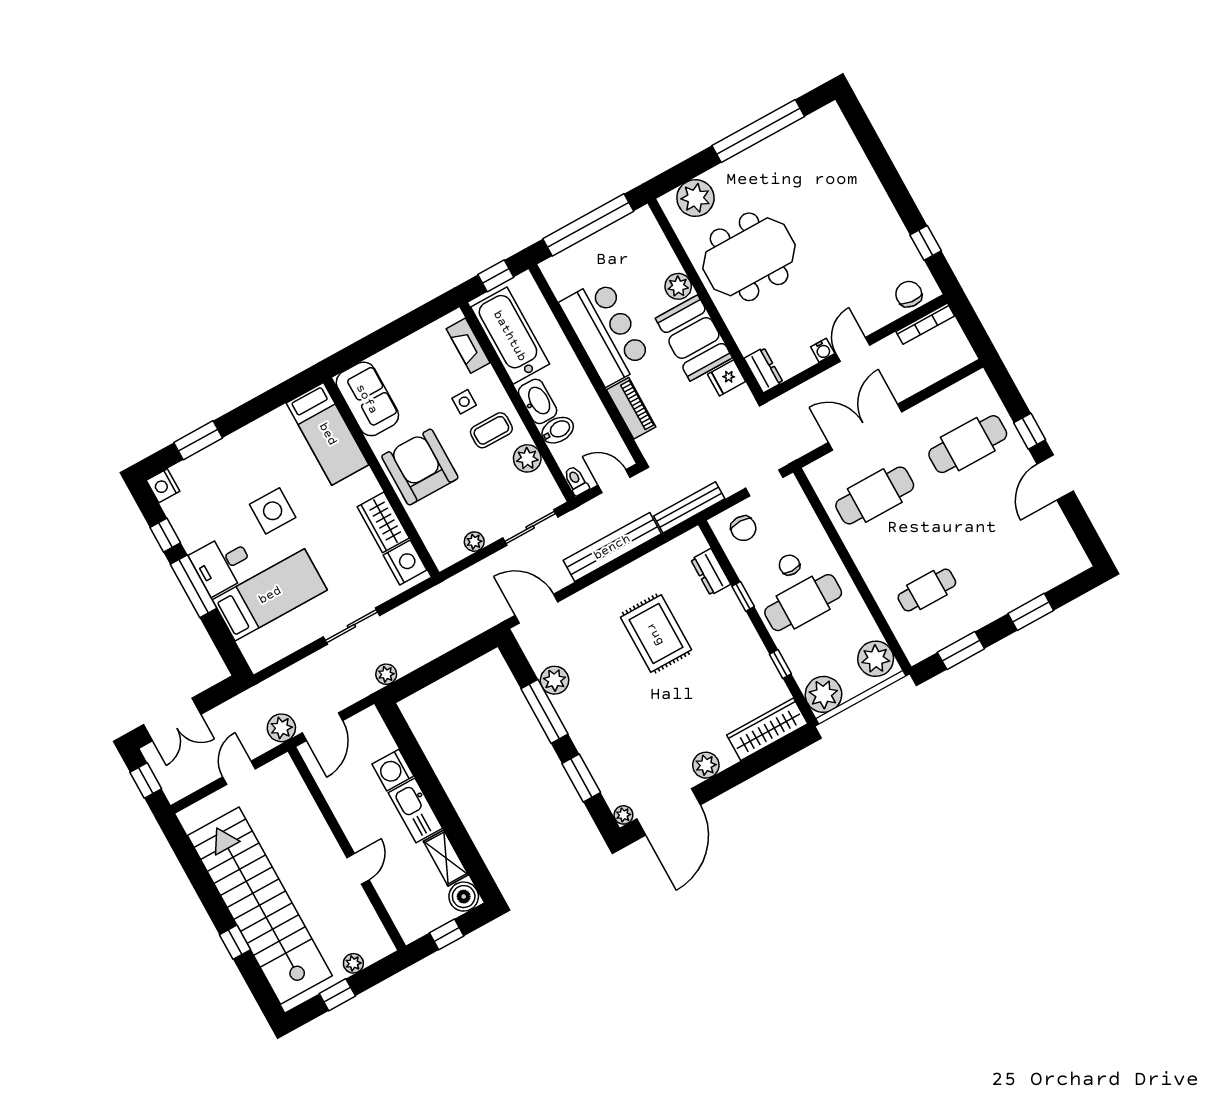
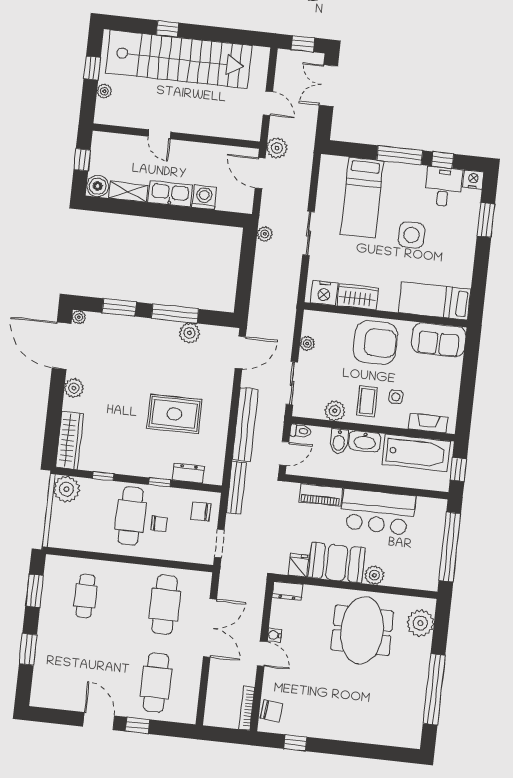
desk: (222, 564) -> (443, 187), moved
plant: (876, 659) -> (66, 536), removed

